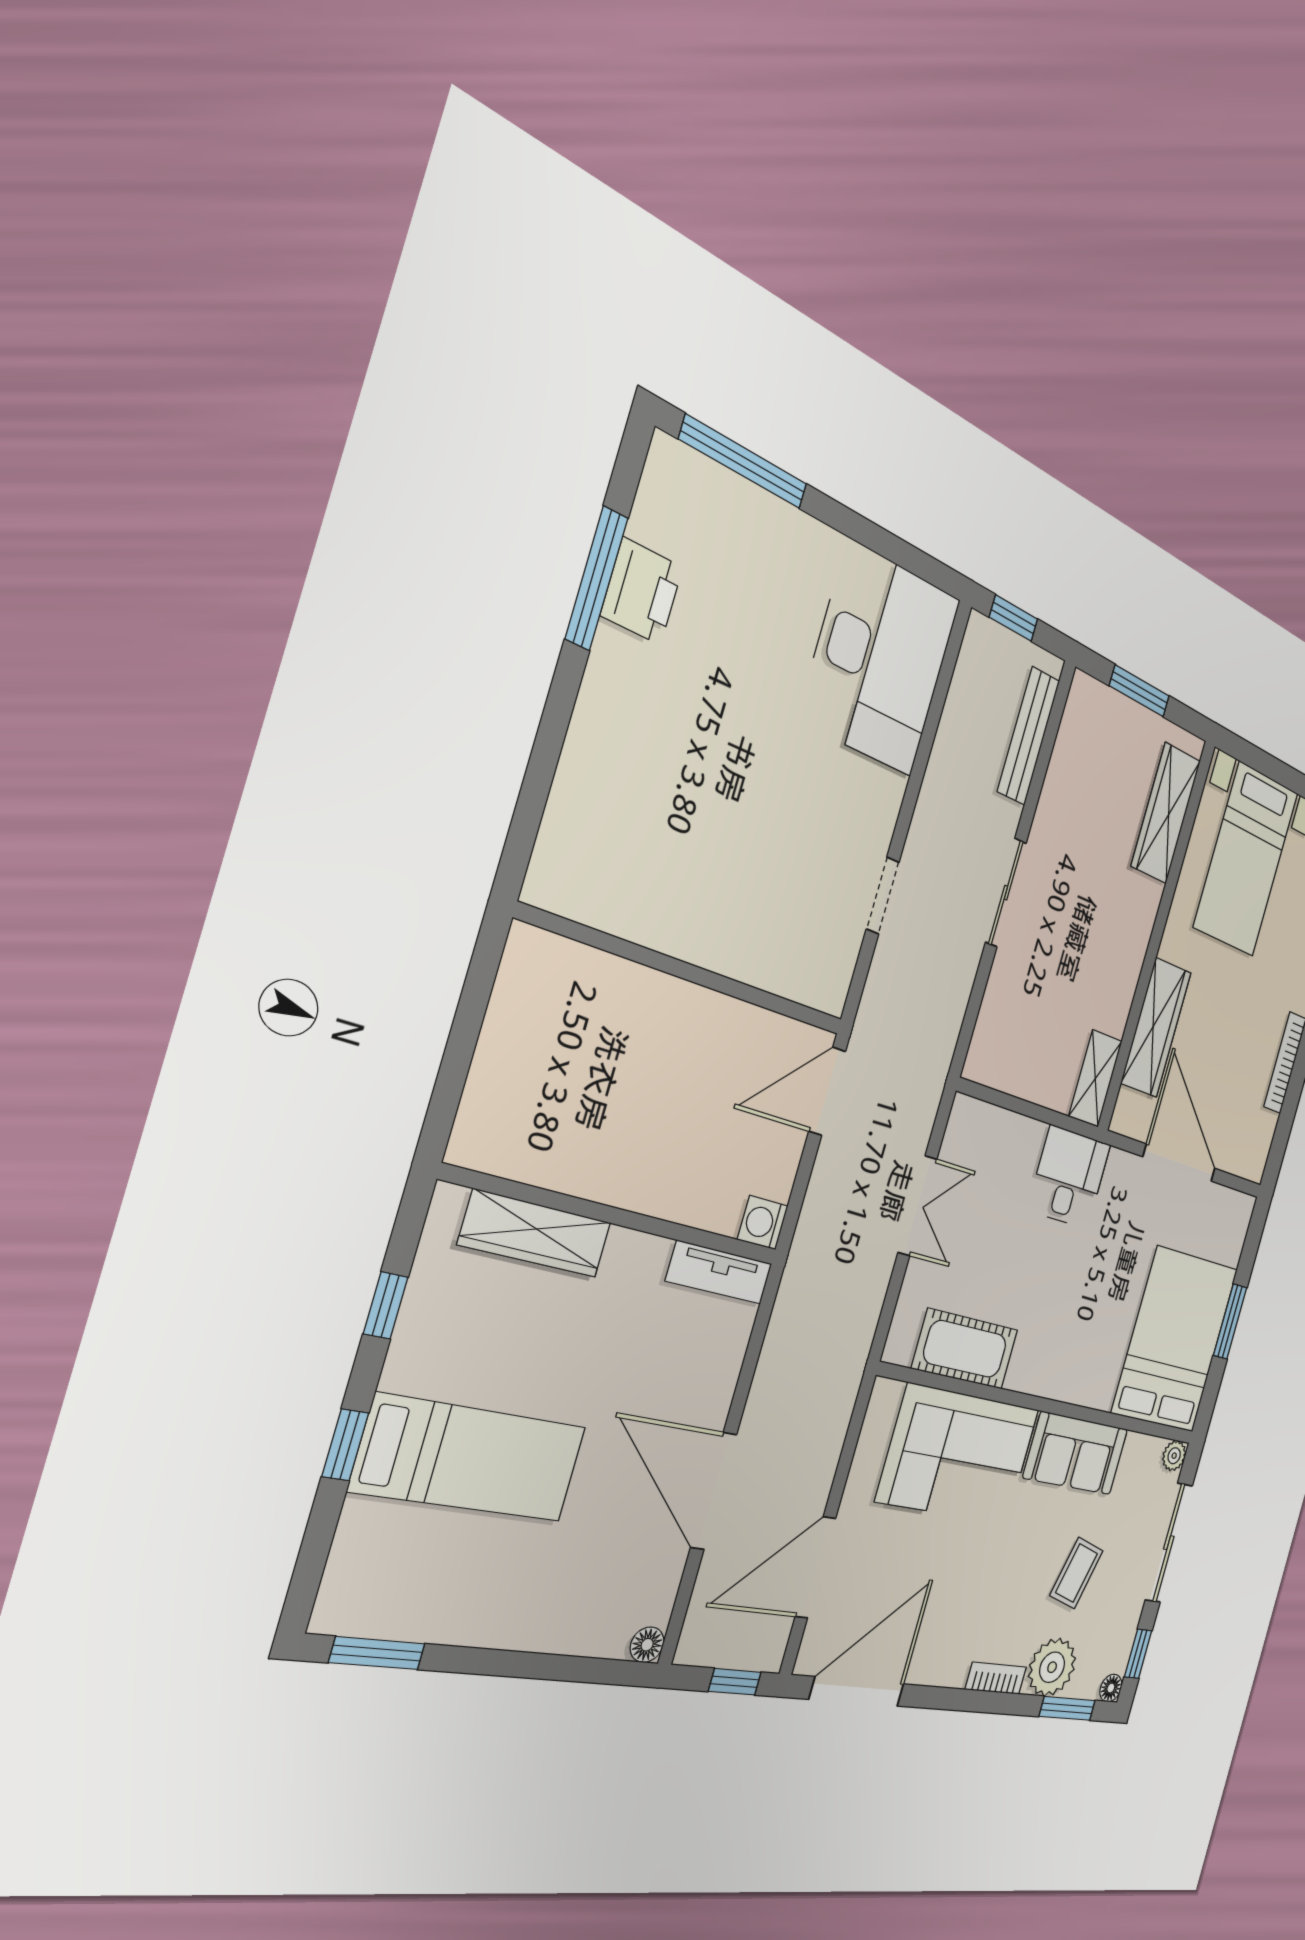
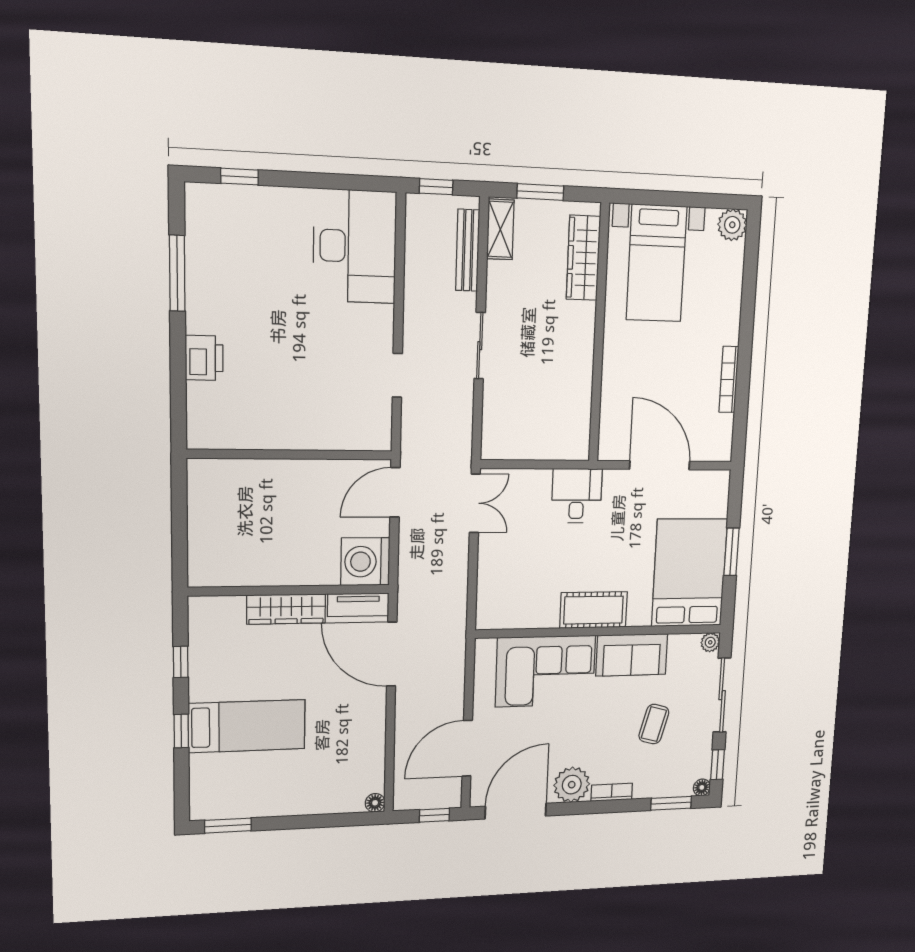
window: (744, 462) -> (239, 177), width x0.46
printer: (642, 591) -> (204, 358), moved
wardrobe: (1156, 1028) -> (616, 389), removed
shelving: (1095, 1079) -> (500, 229), moved
double door: (917, 1206) -> (475, 503), moved
washing machine: (763, 1223) -> (365, 562), width x1.89, depth x1.89
wardrobe: (535, 1233) -> (286, 609), moved
cot: (965, 1349) -> (594, 610), moved
door: (714, 1491) -> (392, 654), moved
plant: (1052, 1667) -> (572, 785), moved

